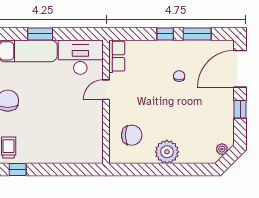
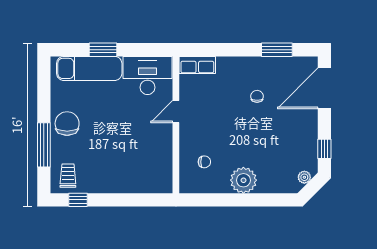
window: (165, 34) -> (242, 50), removed
row of seats: (117, 56) -> (197, 65), moved, turned 90
window: (240, 109) -> (324, 149), moved
chair: (132, 135) -> (204, 162), width x0.54, depth x0.54

